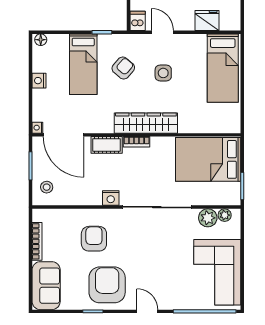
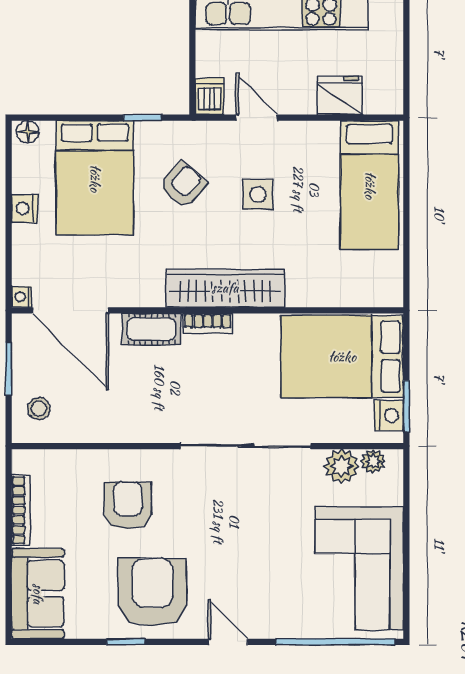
bed: (83, 64) -> (95, 178), width x1.50
nightstand: (111, 198) -> (389, 416), moved, turned -90

